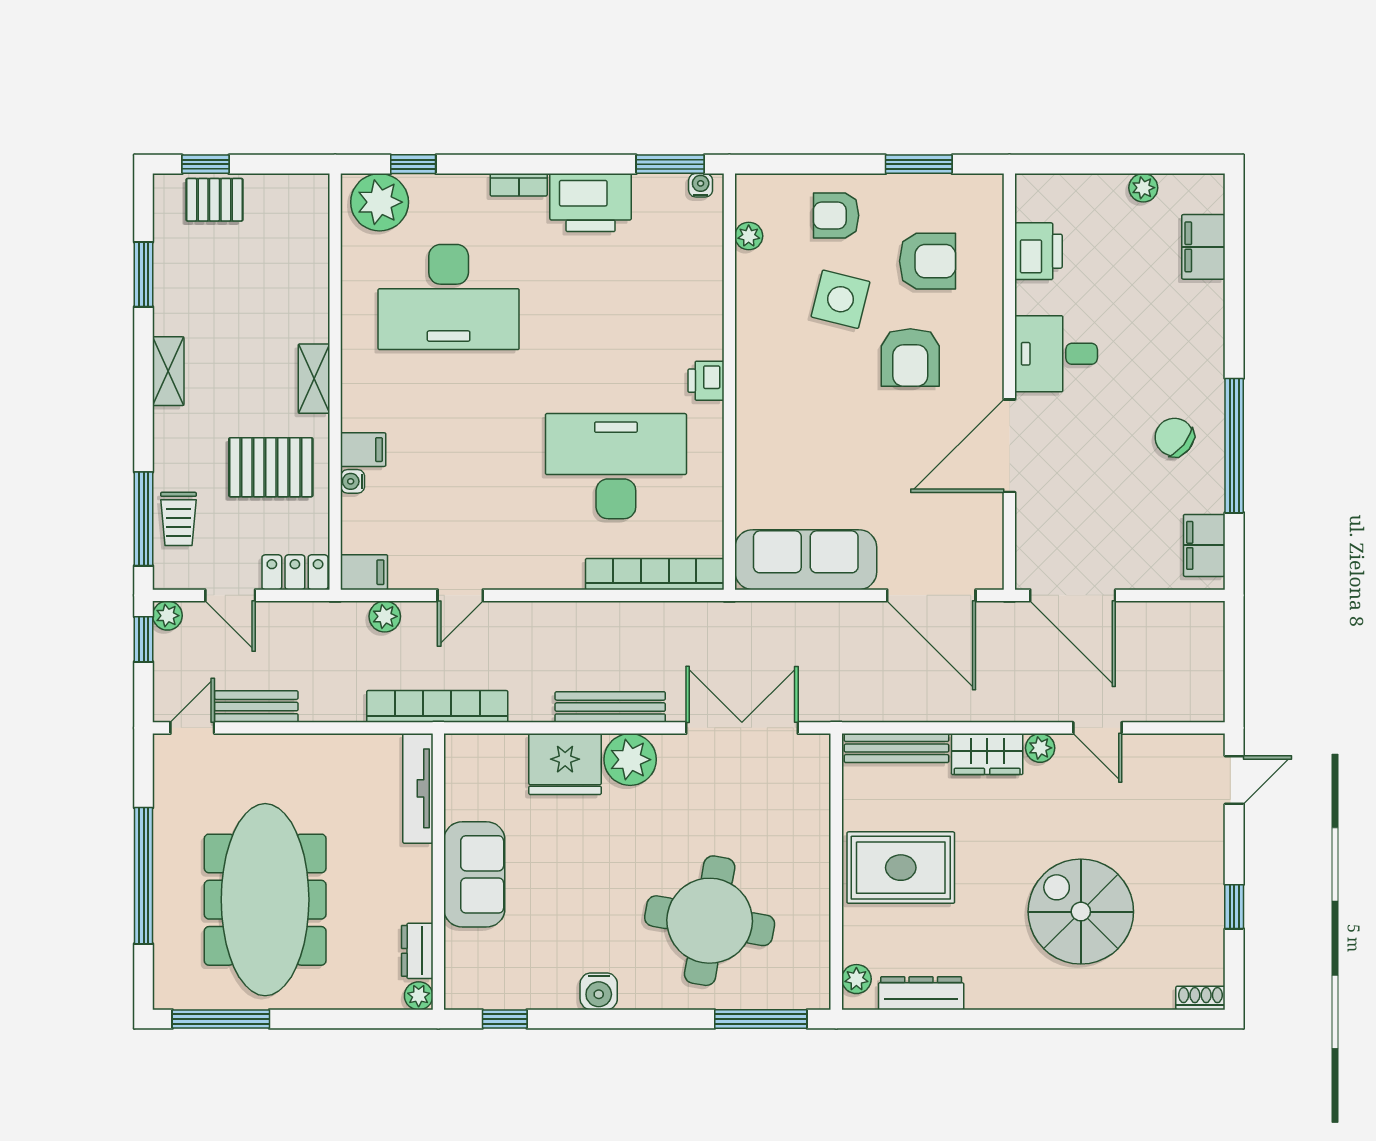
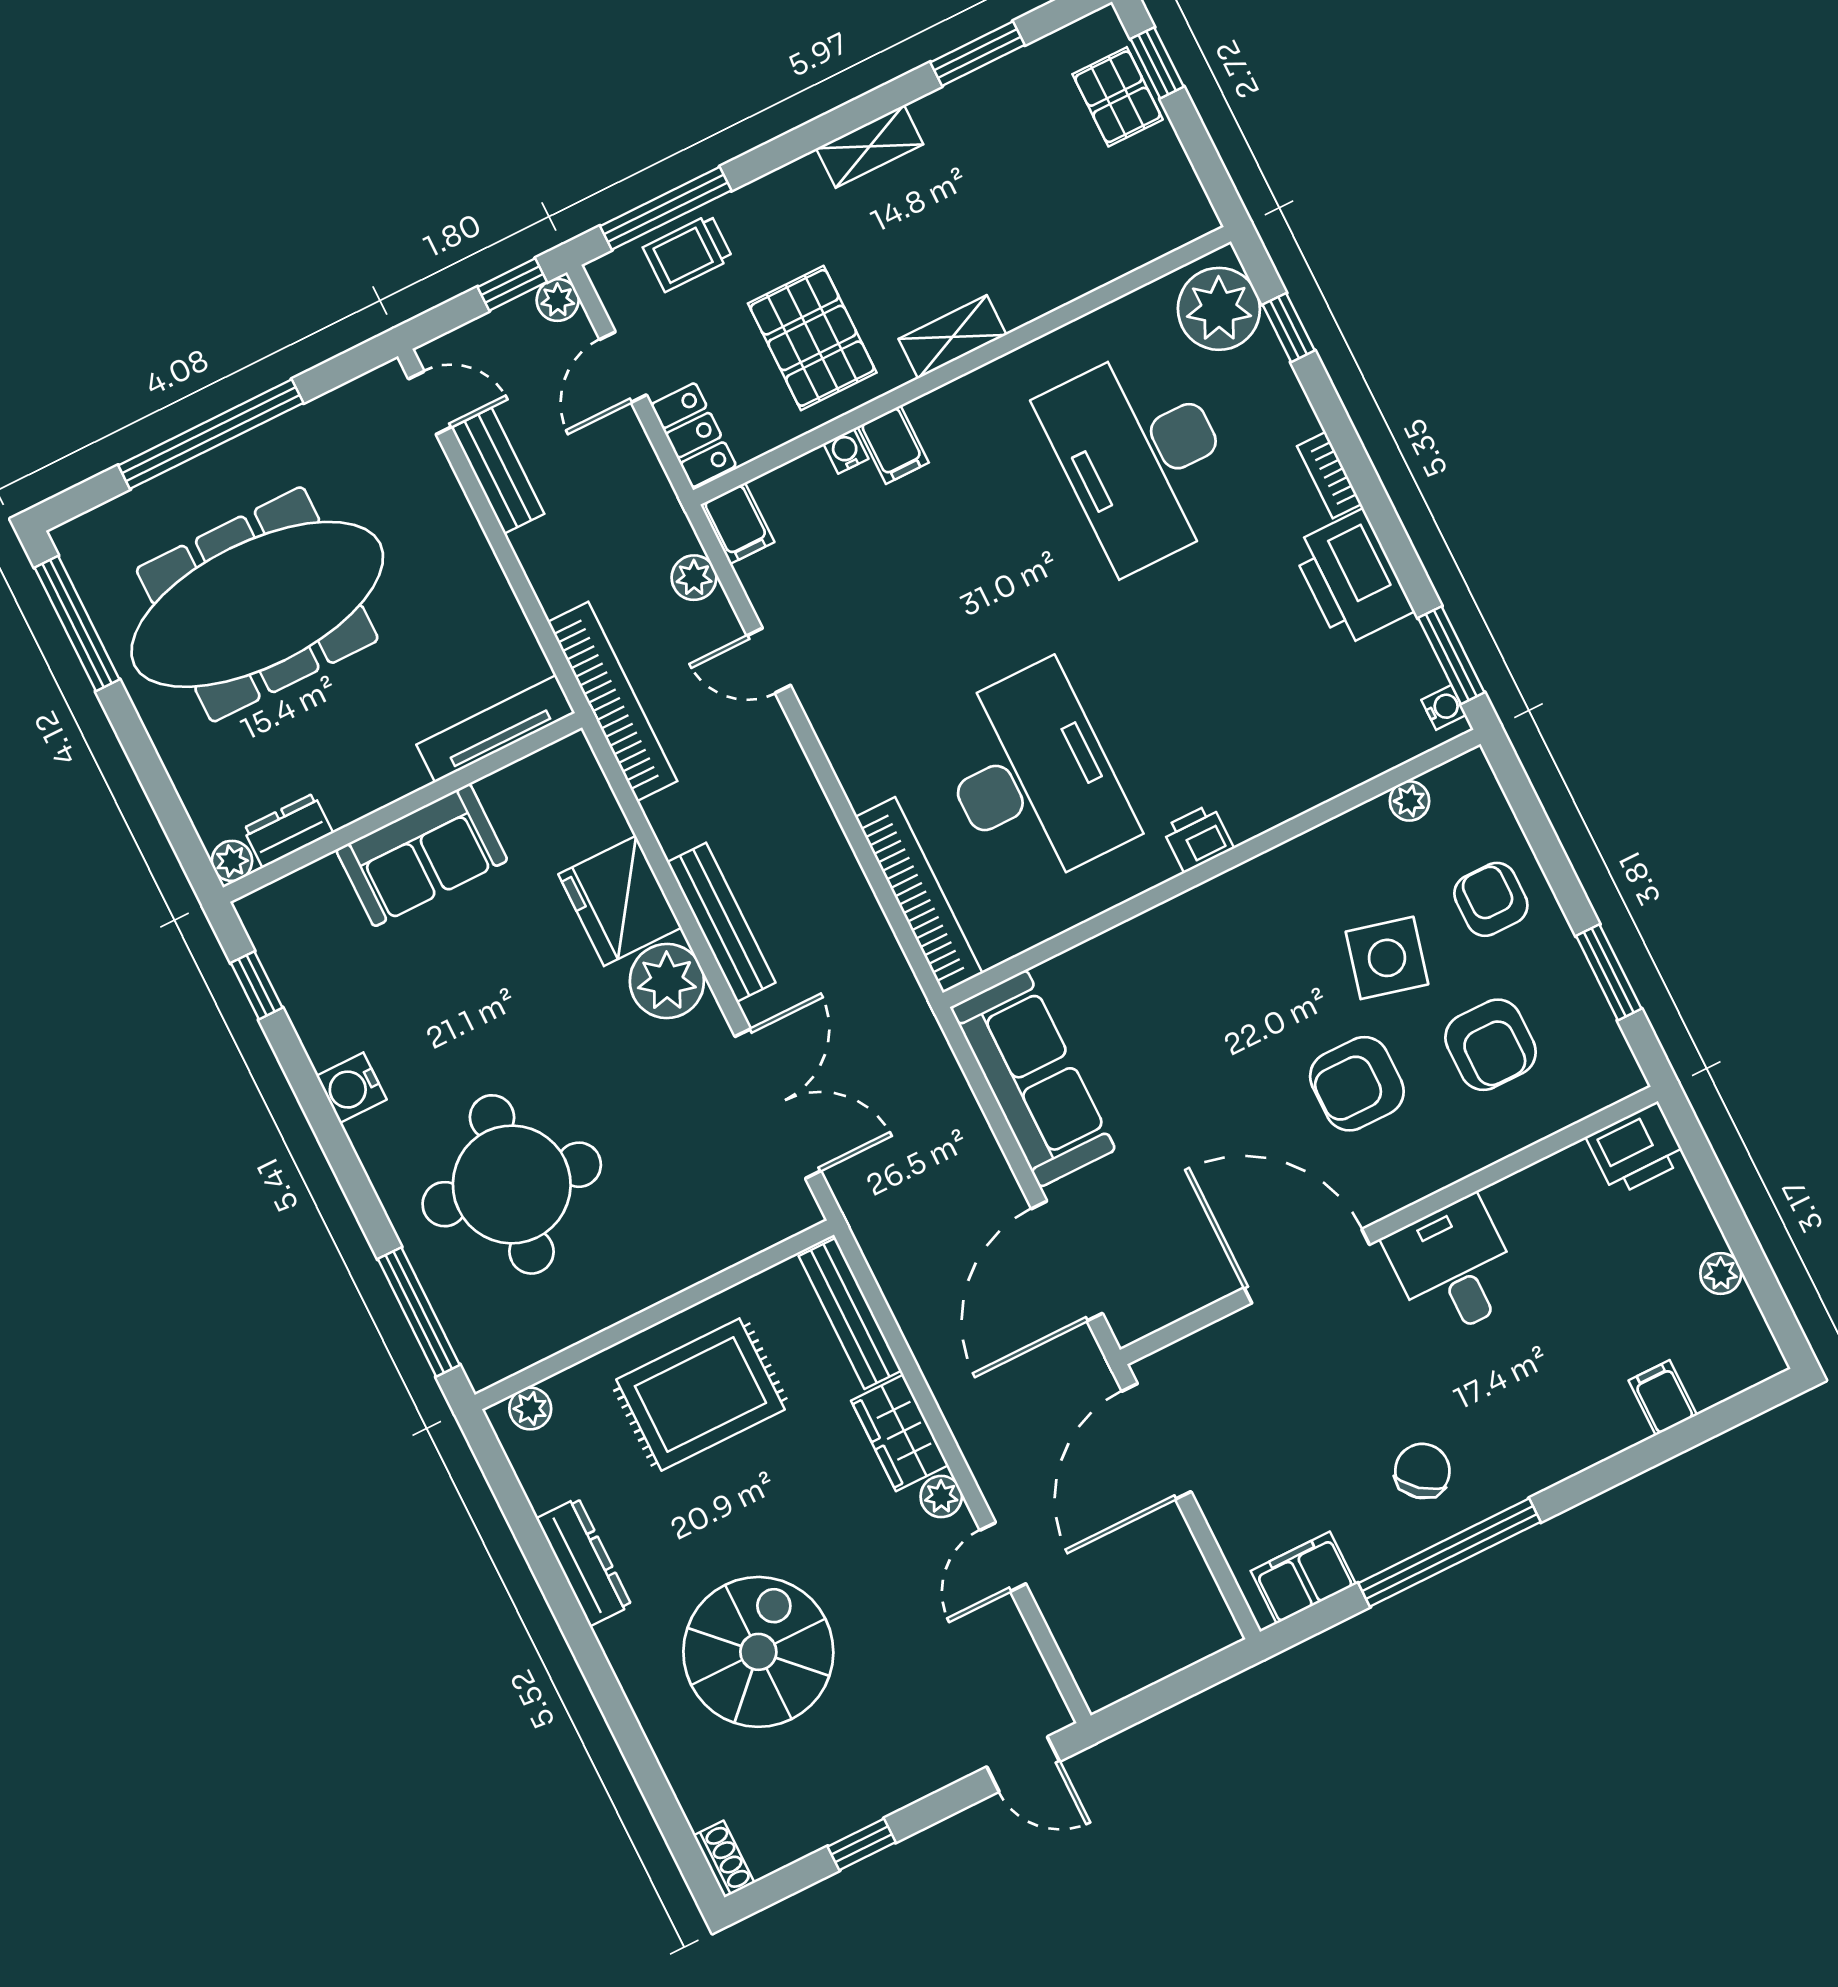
filing cabinet: (1203, 247) -> (1663, 1398), width x0.50
printer: (1038, 251) -> (1636, 1149), moved
rug: (901, 868) -> (700, 1395), turned 90
dresser: (921, 993) -> (584, 1562), moved

